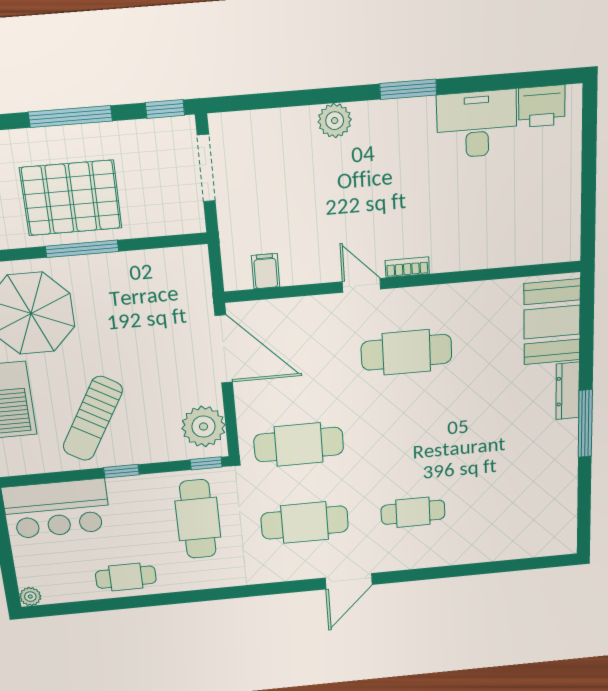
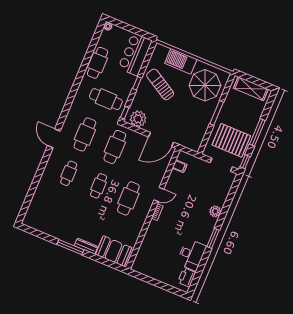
pallet: (71, 198) -> (231, 140), moved, turned 90
cafe table: (410, 434) -> (99, 186), added
cafe table: (126, 577) -> (98, 63), width x1.37, depth x1.35

